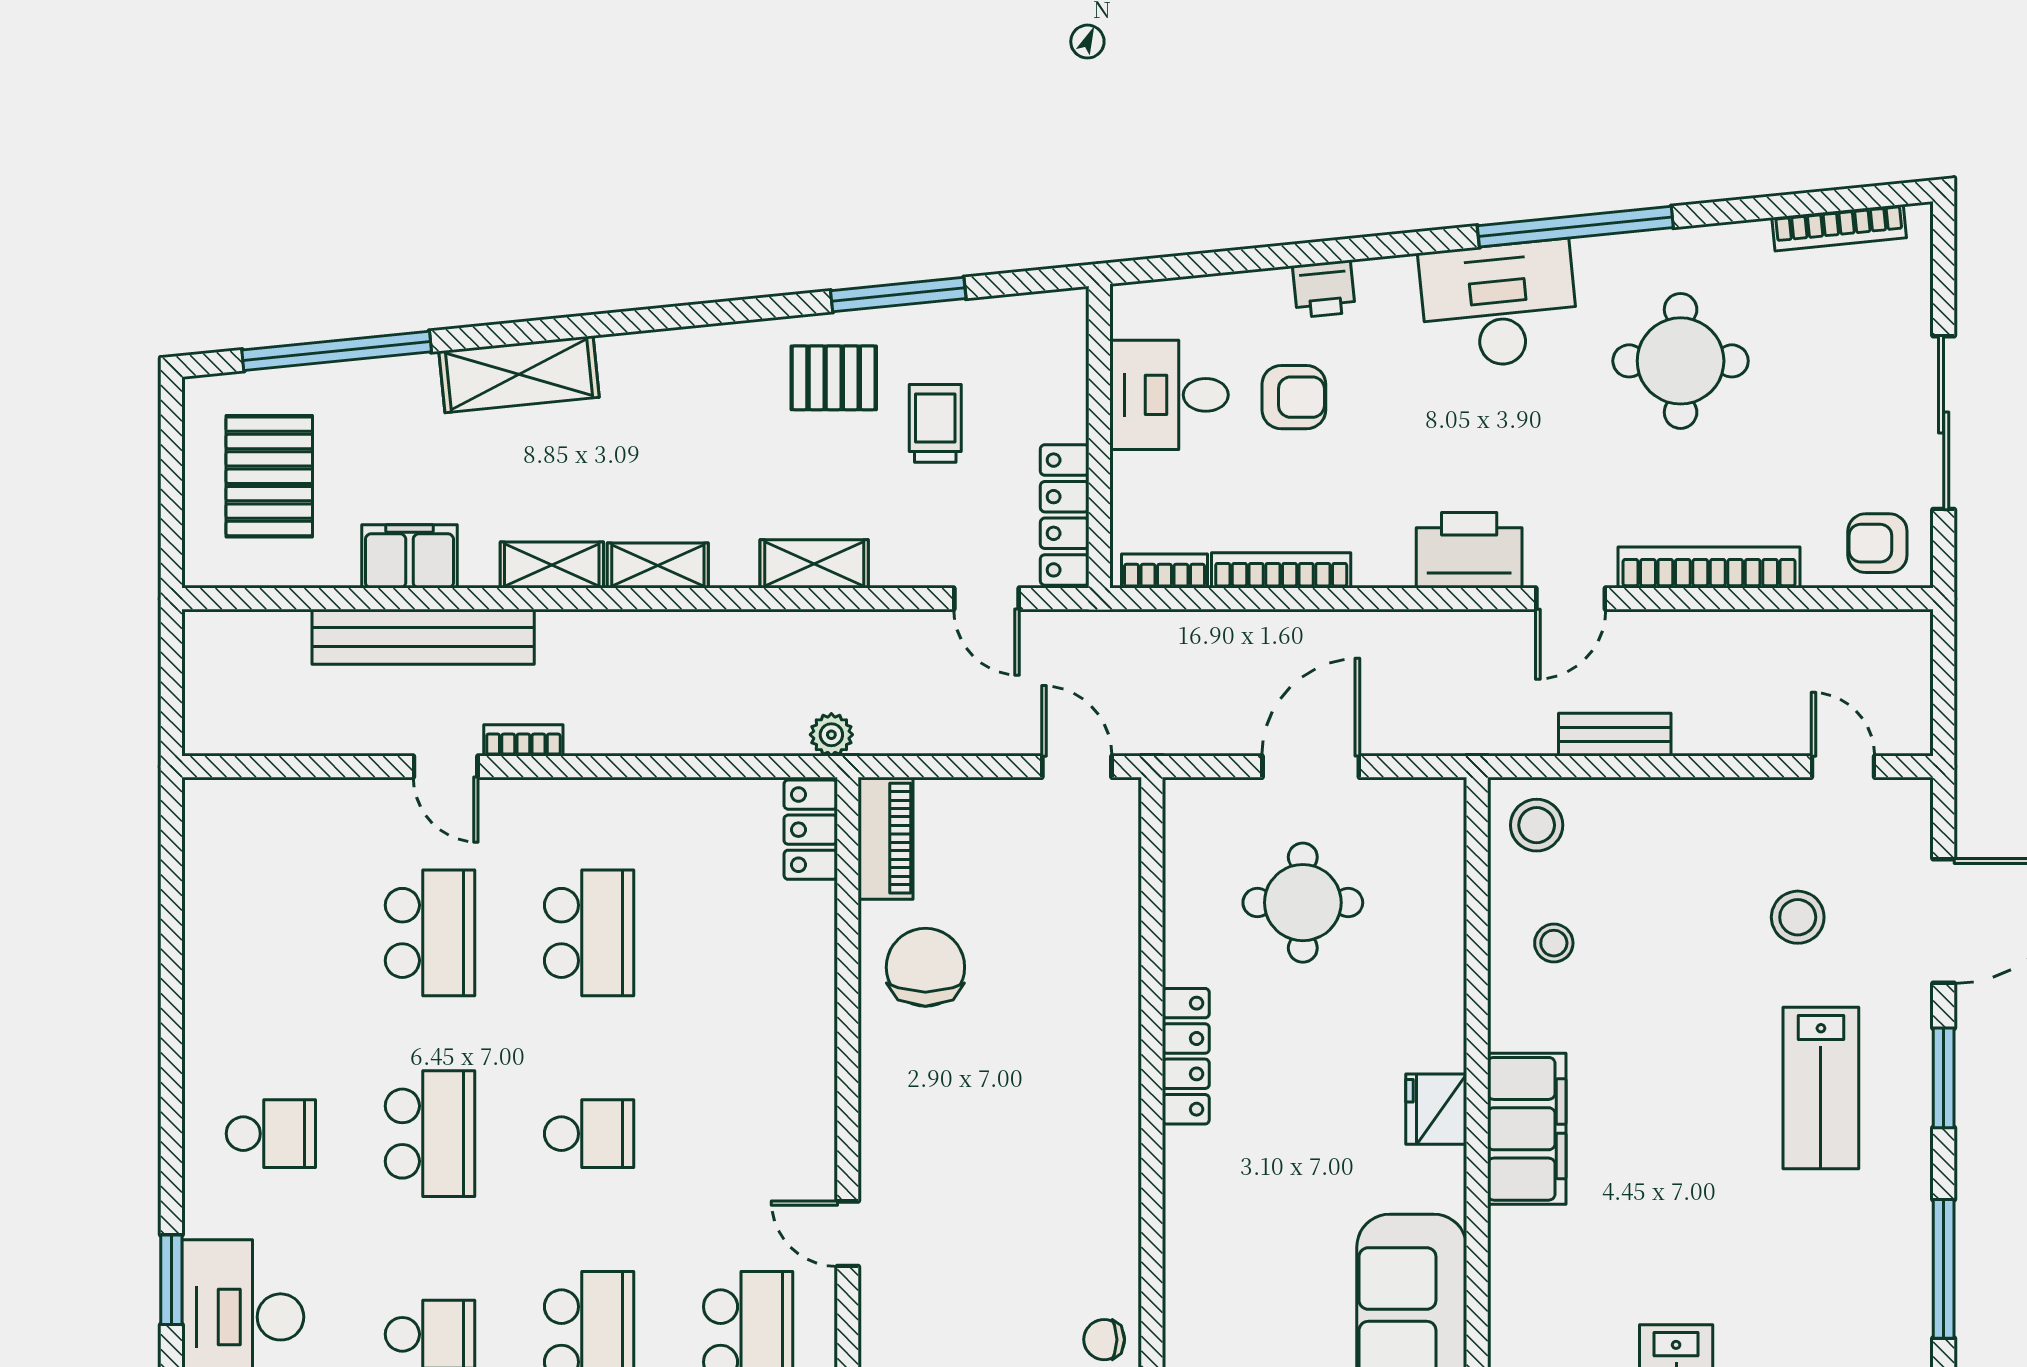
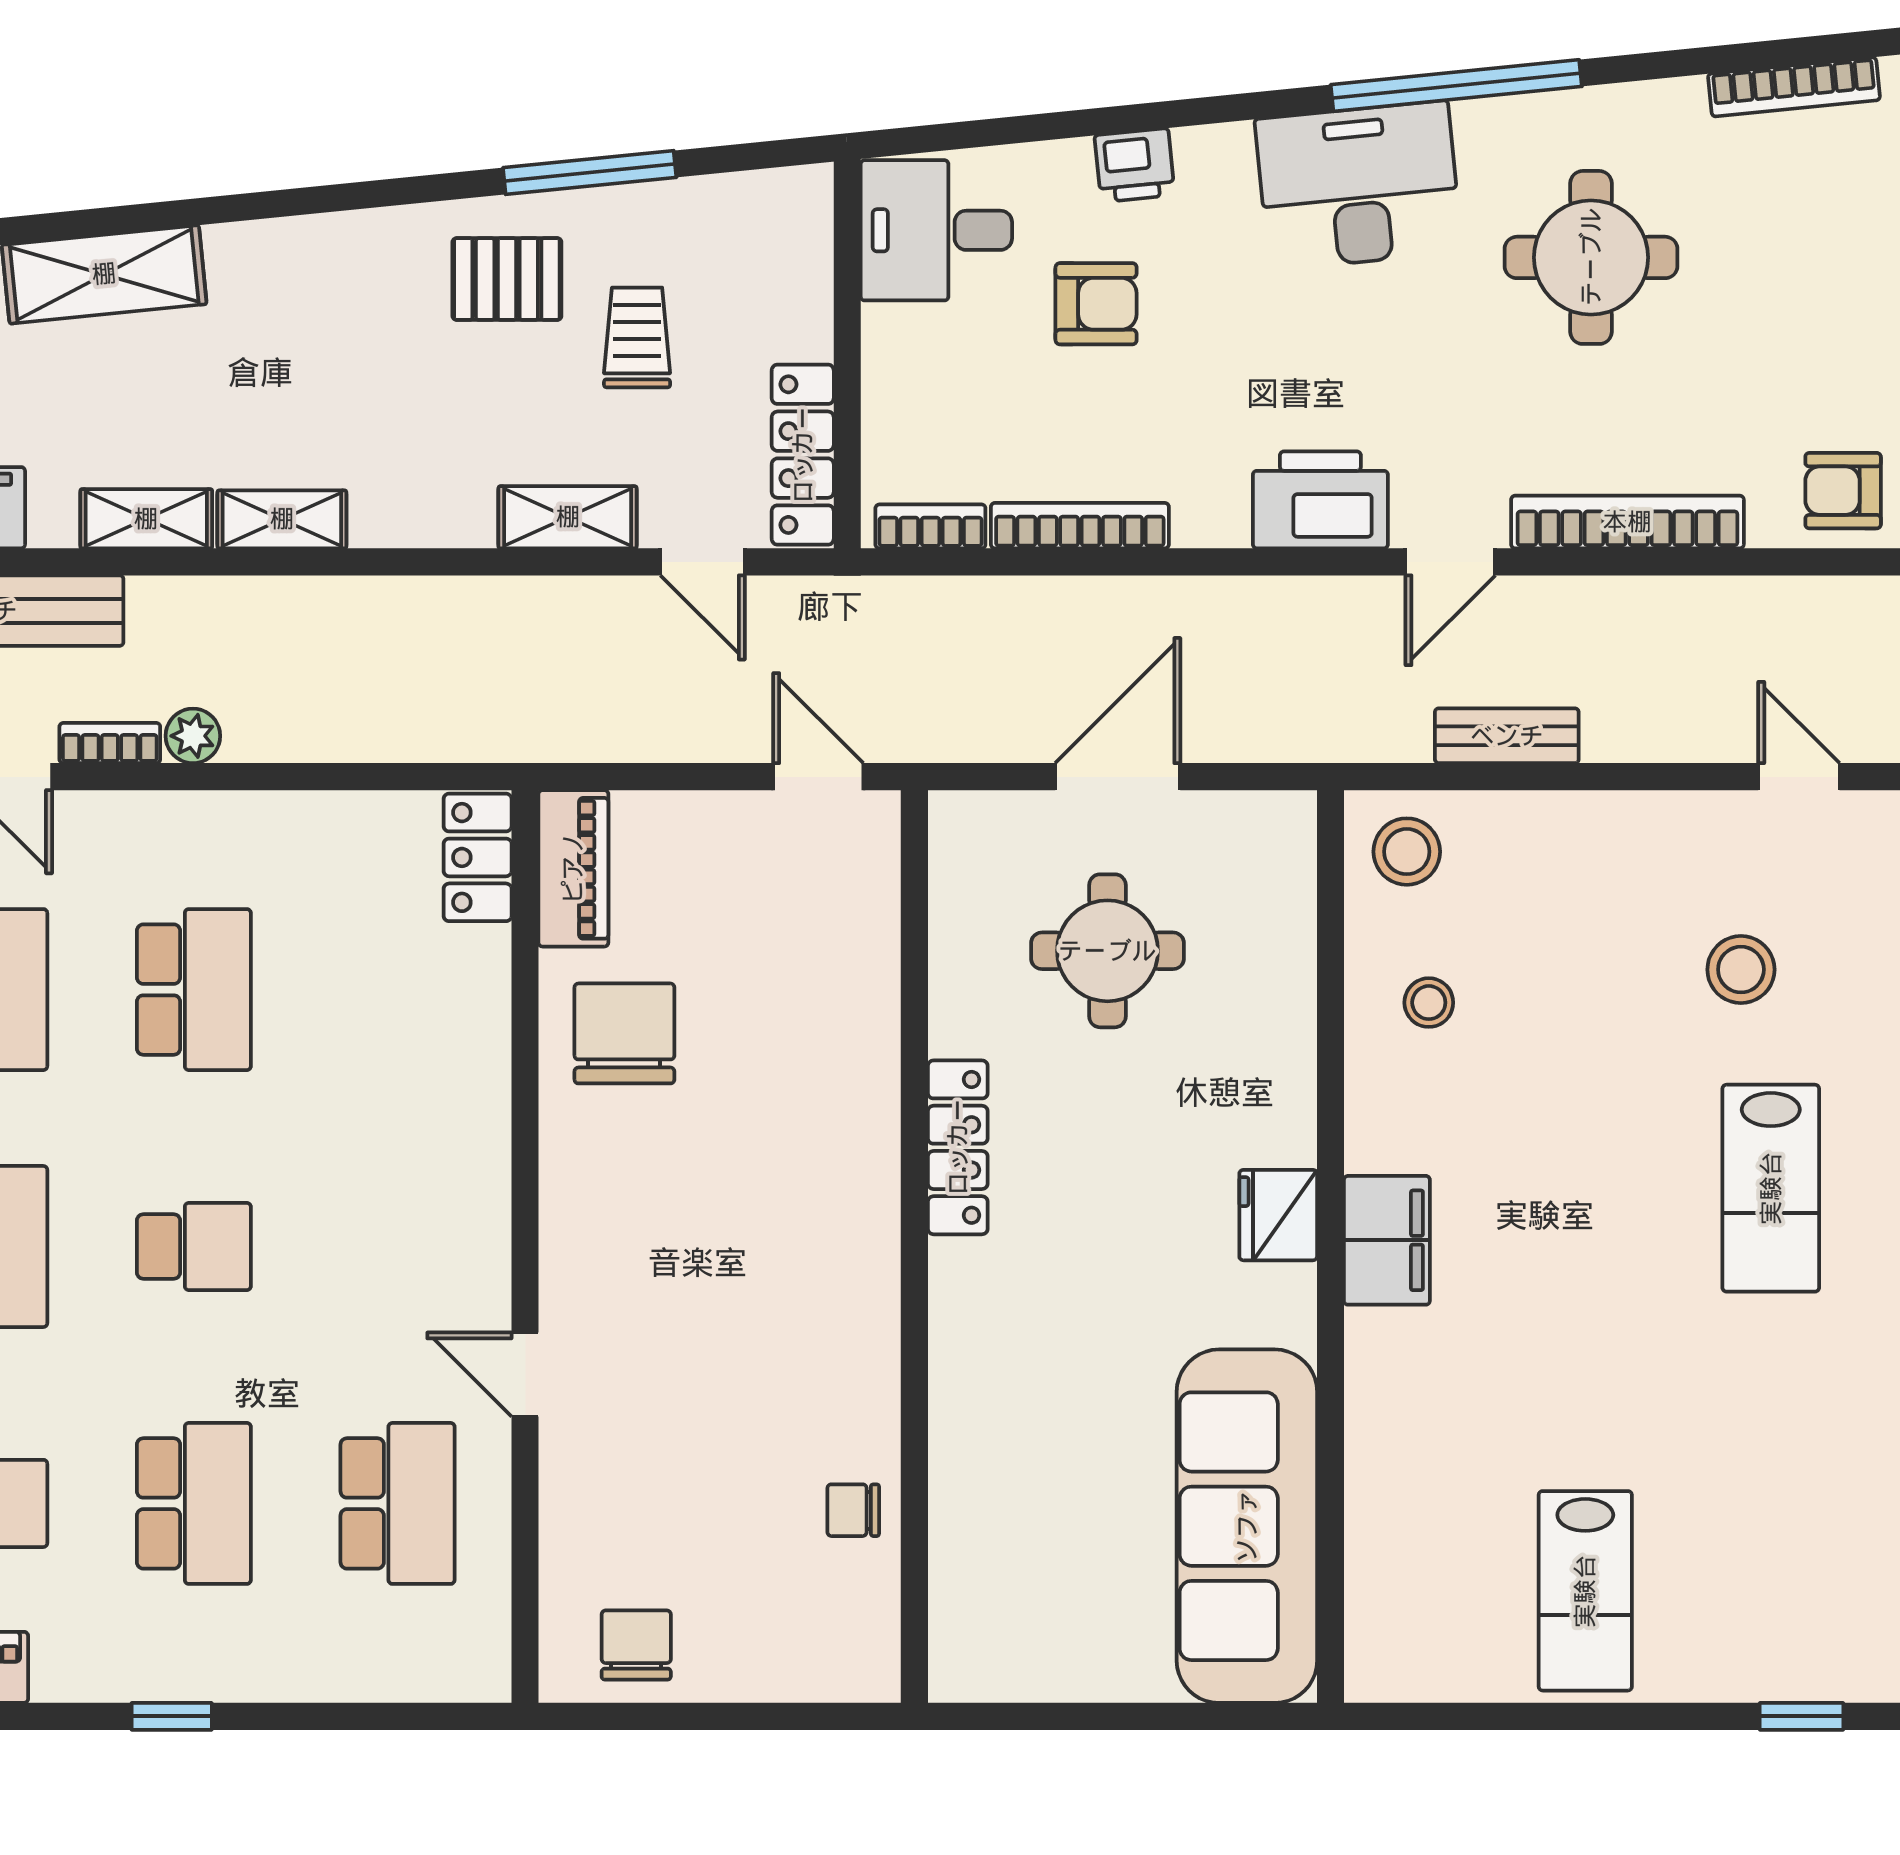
desk: (1169, 395) -> (936, 230), moved
shelving: (814, 564) -> (568, 517), moved
plant: (831, 735) -> (193, 736), moved
filing cabinet: (1527, 1129) -> (1387, 1240), width x0.67, depth x0.86

